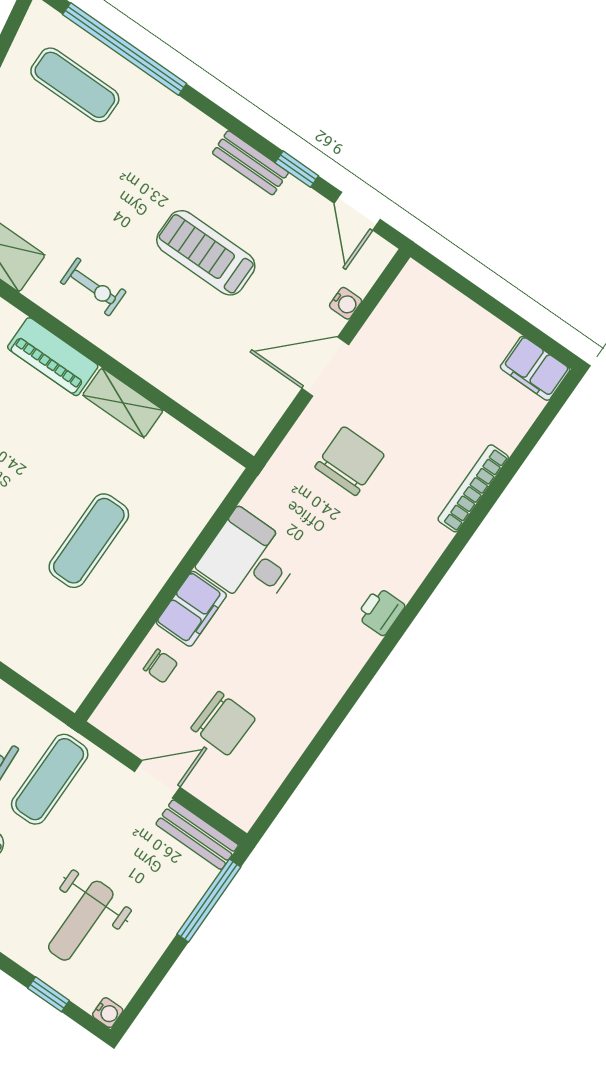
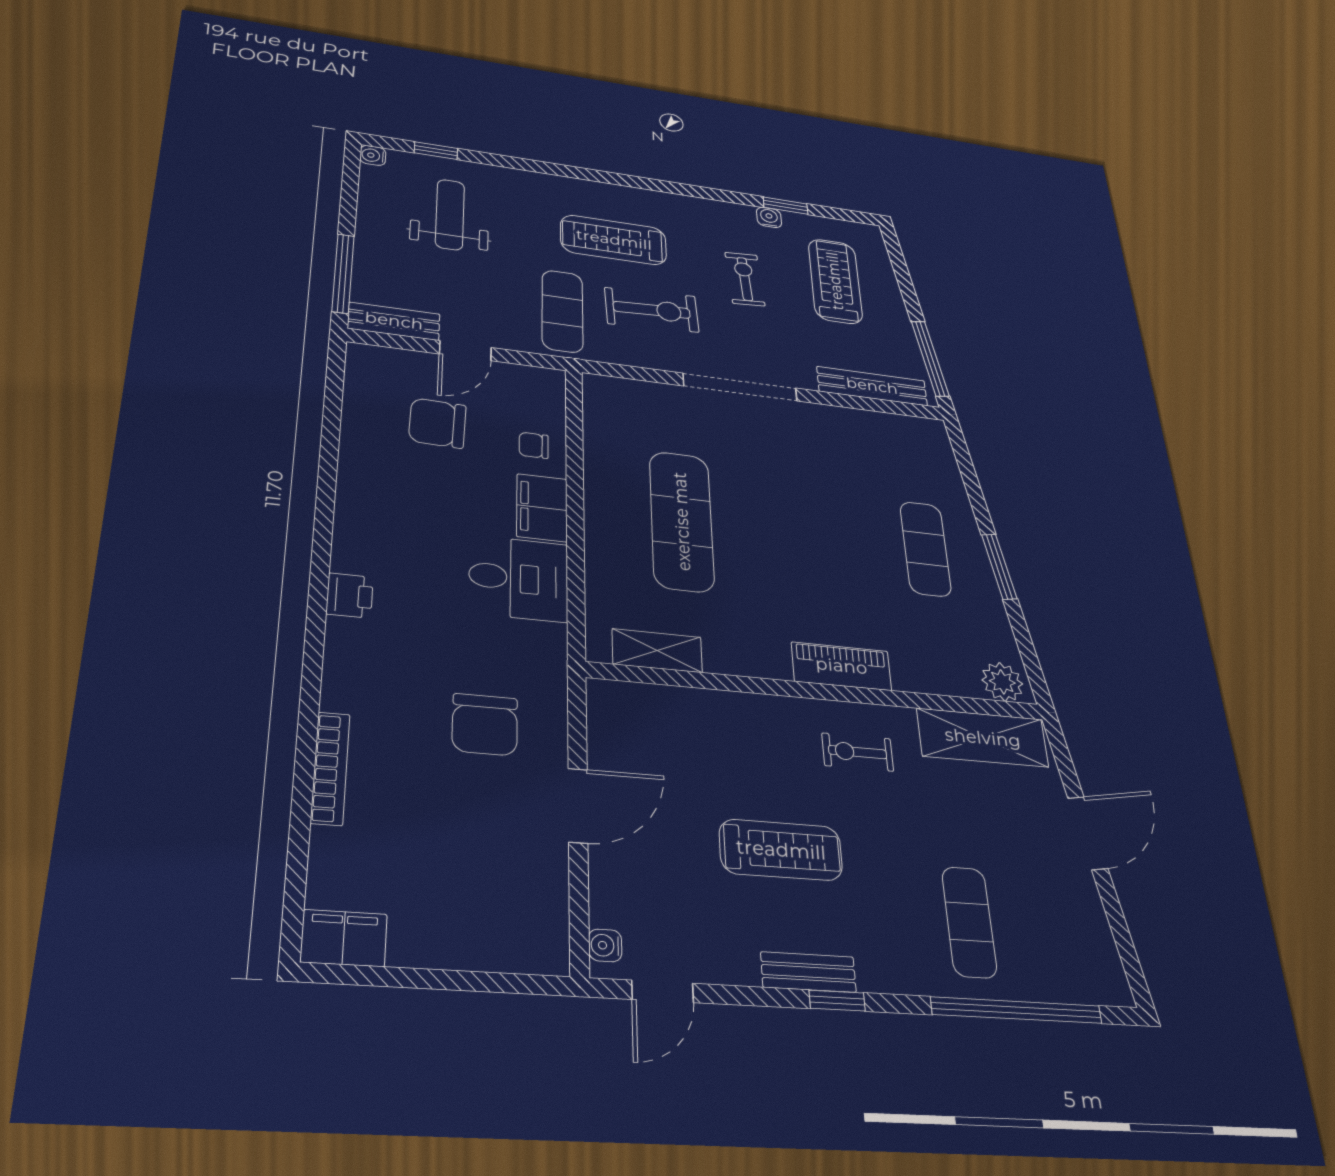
exercise mat: (75, 85) -> (969, 922), moved, turned 90
window: (297, 169) -> (837, 1001), moved
door: (357, 211) -> (663, 991), swing flipped
water cooler: (346, 303) -> (605, 945), moved
shelving: (123, 403) -> (657, 651), moved
exercise mat: (89, 541) -> (682, 521), width x1.36, depth x1.45

